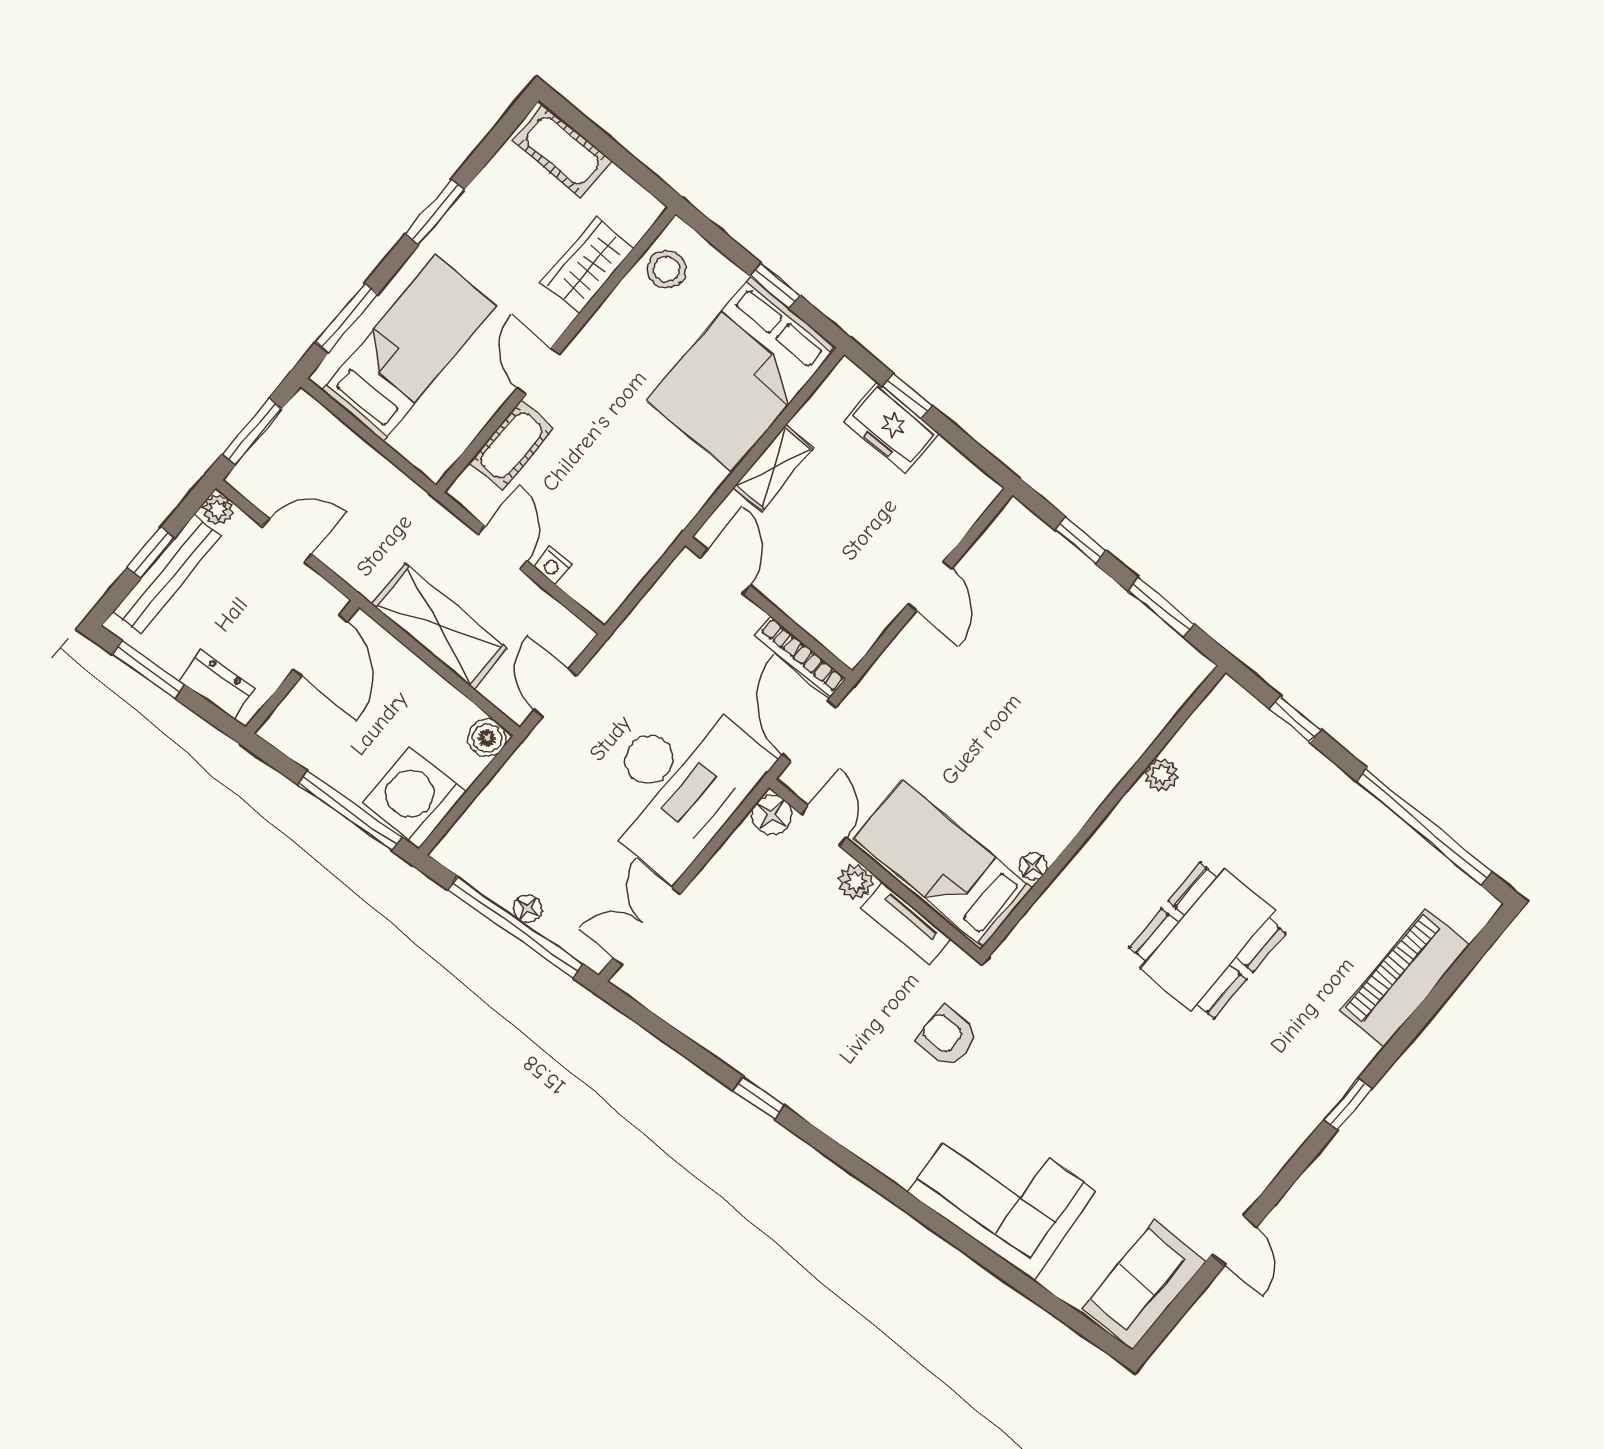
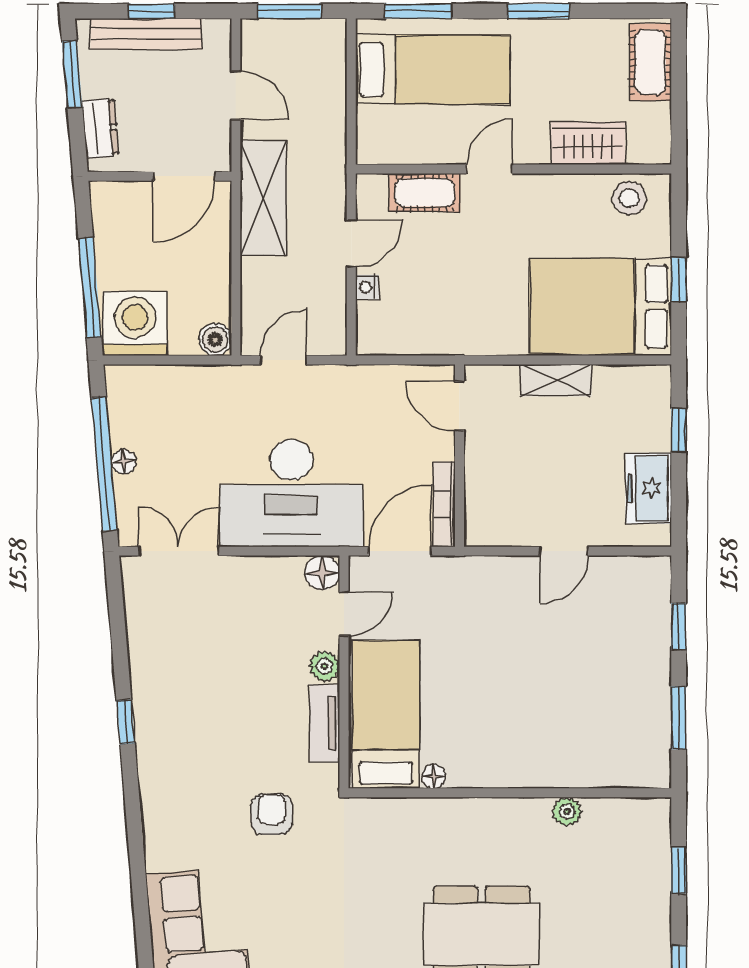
freezer: (891, 428) -> (648, 488), moved
plant: (218, 510) -> (218, 32), removed
door: (725, 572) -> (459, 406), swing flipped
shelving: (439, 626) -> (263, 198), moved

